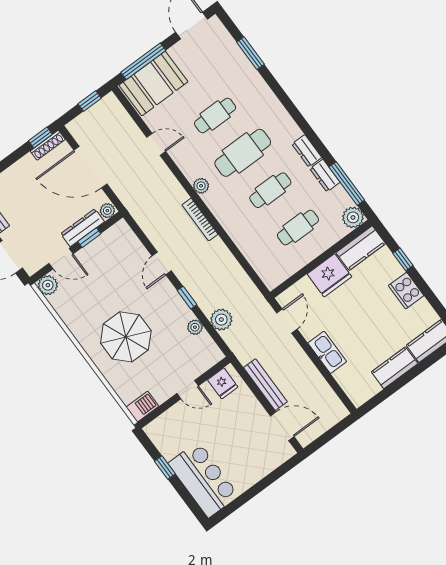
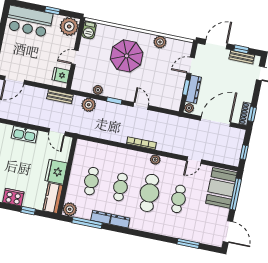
plant: (48, 285) -> (160, 42), moved
bench: (265, 385) -> (60, 97), moved, width x0.73
plant: (162, 431) -> (69, 26), added

